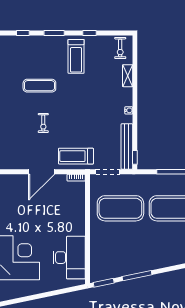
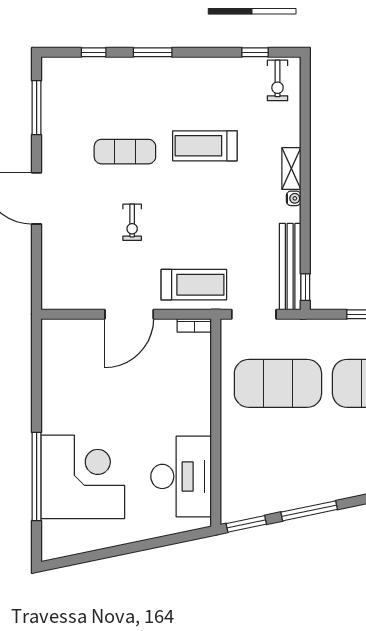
window: (90, 33) -> (255, 52), moved
treadmill: (76, 56) -> (205, 146), moved, turned 90
shelving: (128, 76) -> (291, 168), moved
treadmill: (76, 156) -> (194, 285), turned 180

